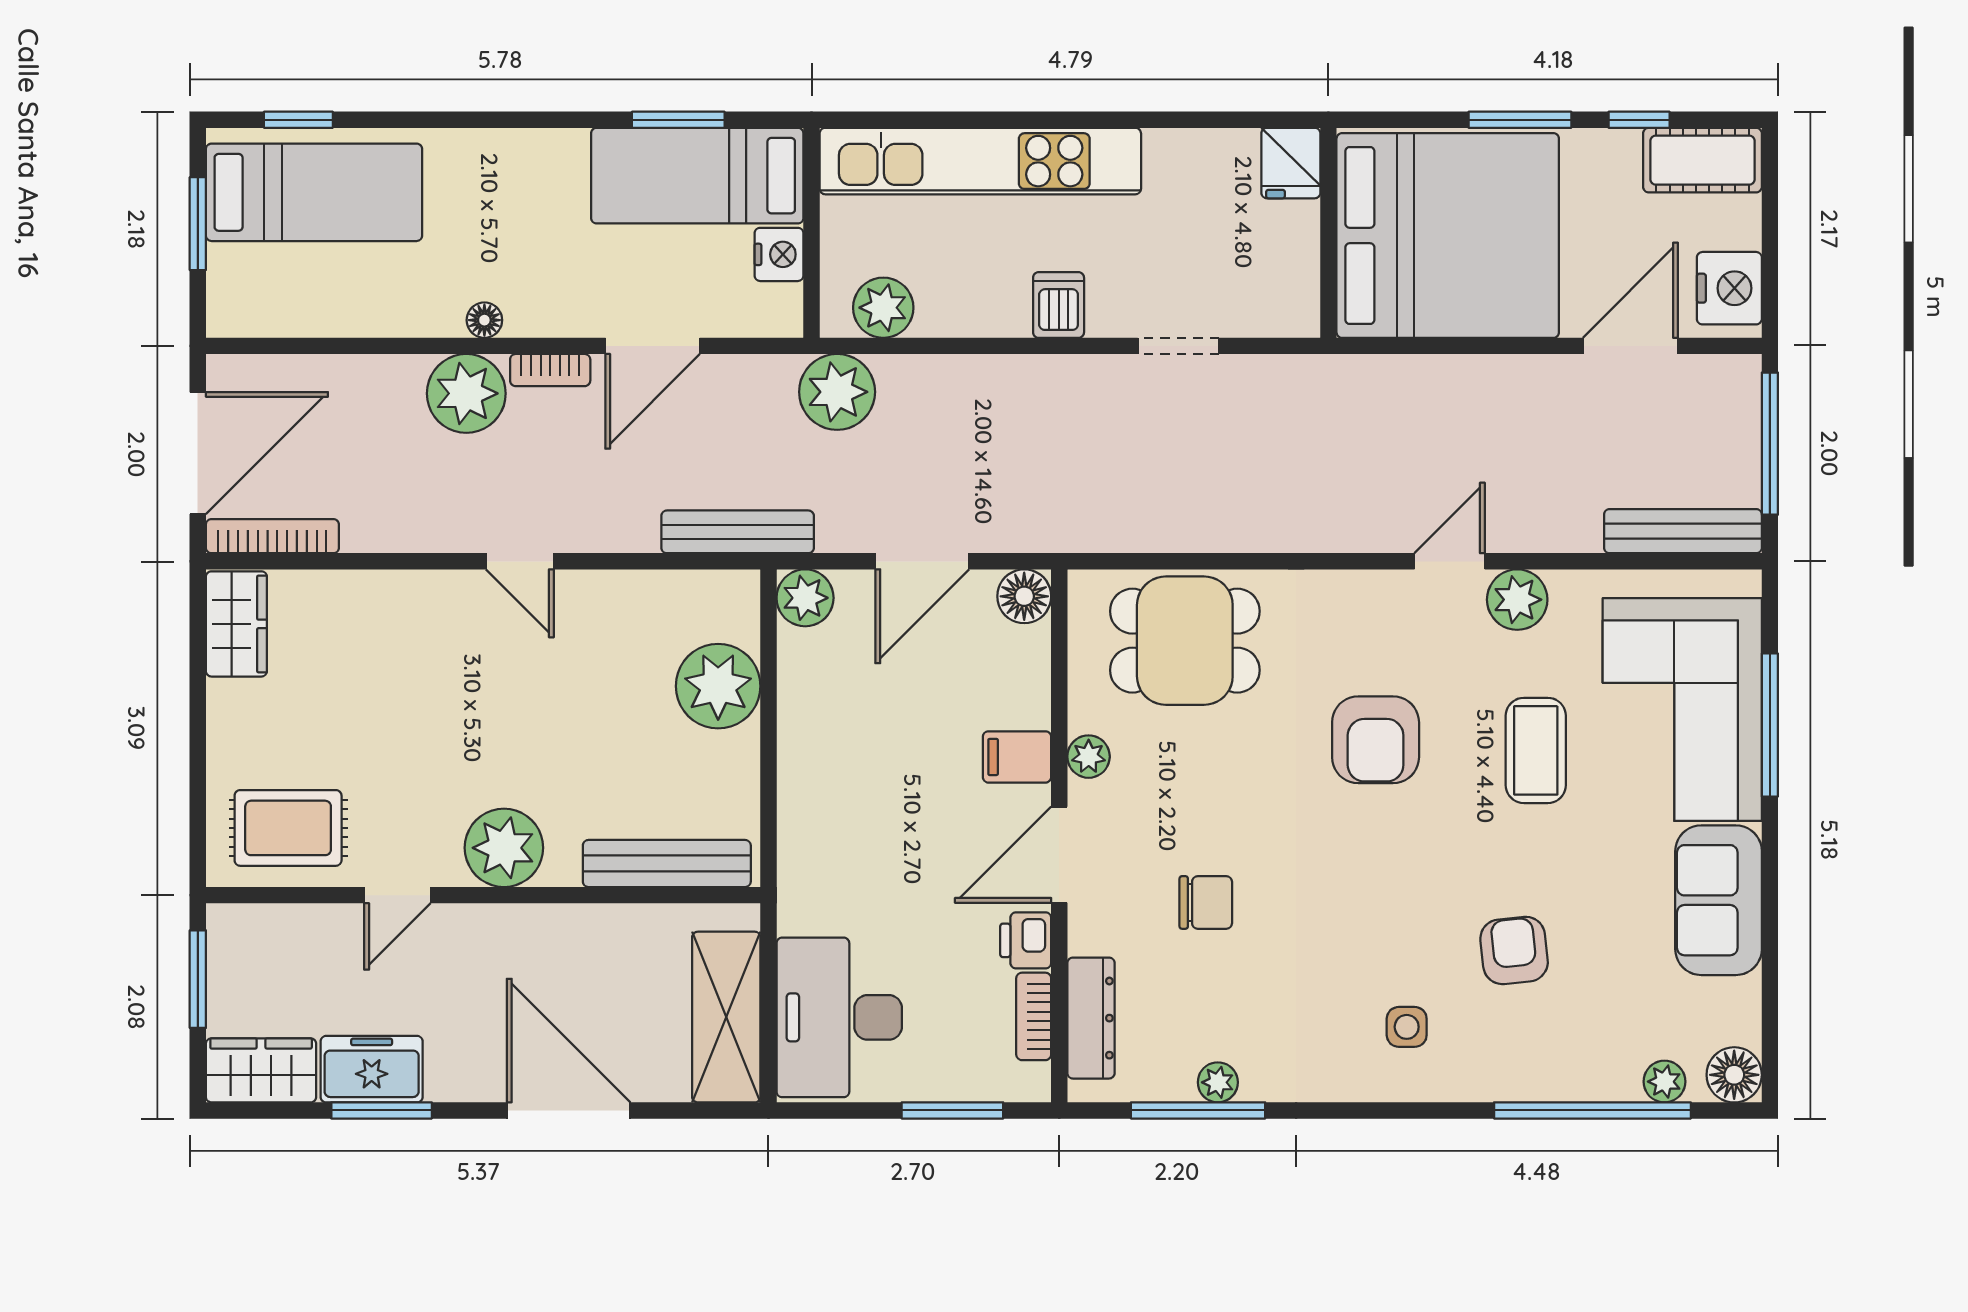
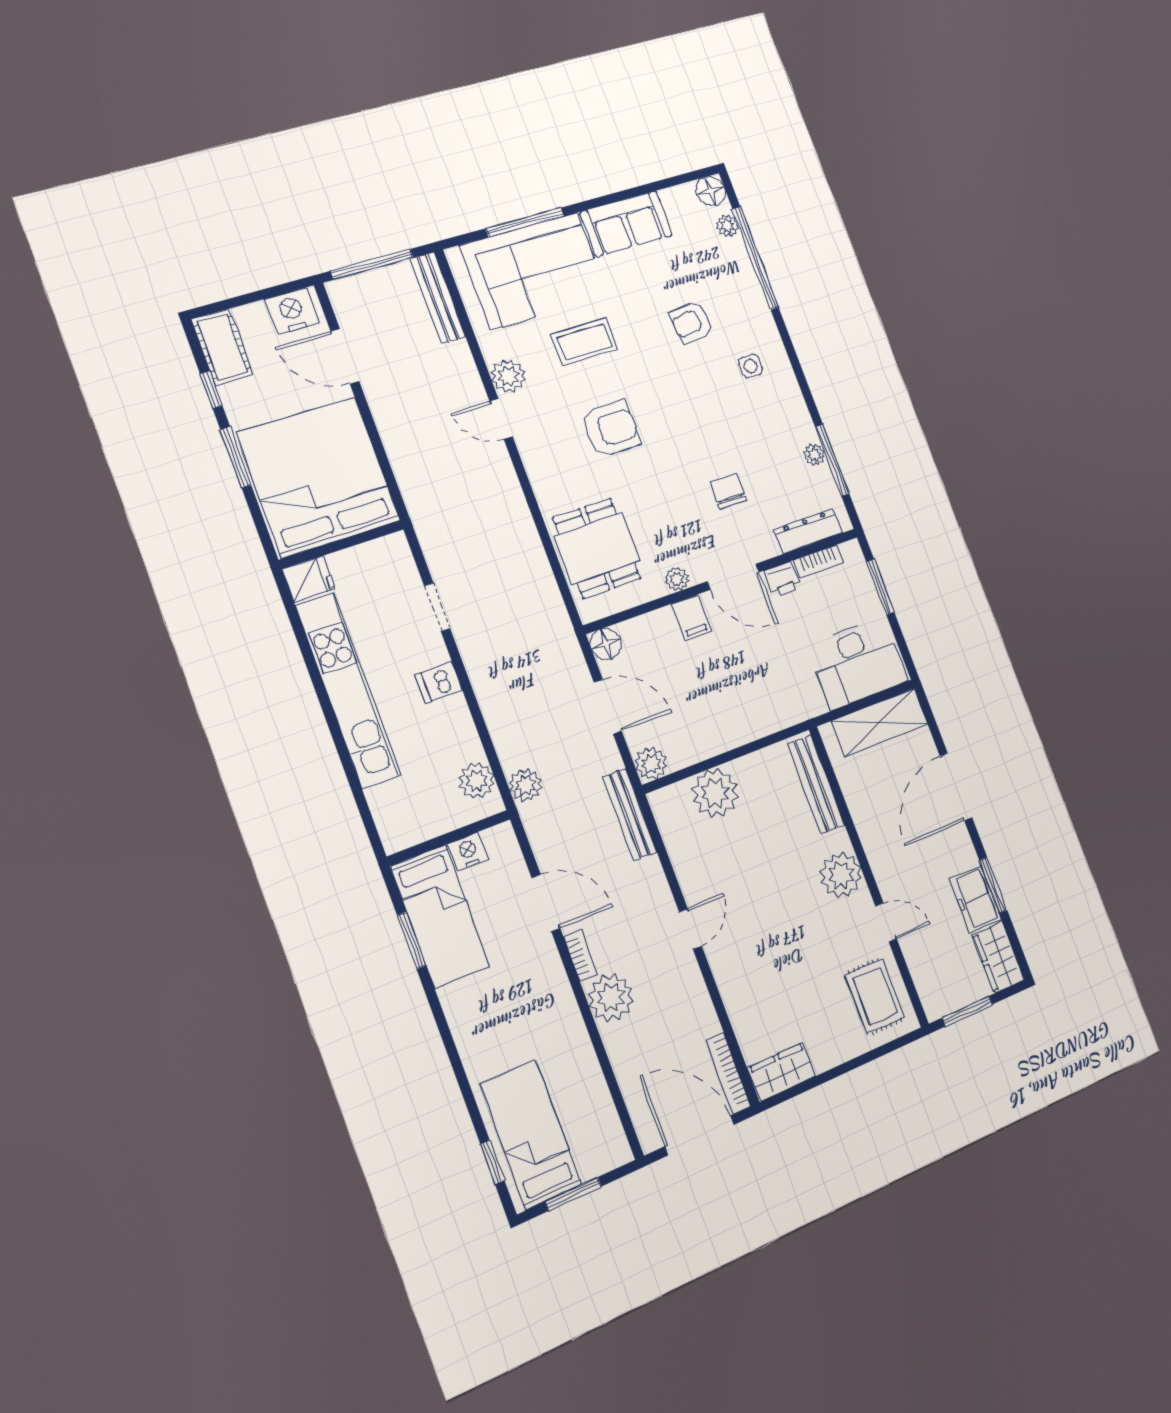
kitchen unit: (980, 161) -> (348, 690), moved
floor lamp: (484, 320) -> (567, 1005), removed
plant: (837, 392) -> (525, 785), width x0.73, depth x0.73

